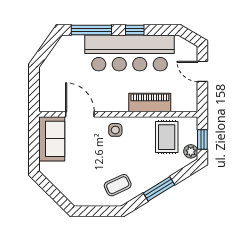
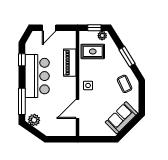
window: (135, 30) -> (22, 60), moved
plant: (63, 48) -> (34, 120), added
bar counter: (130, 53) -> (37, 76), width x0.73
sofa: (52, 139) -> (122, 118), moved, turned -45

